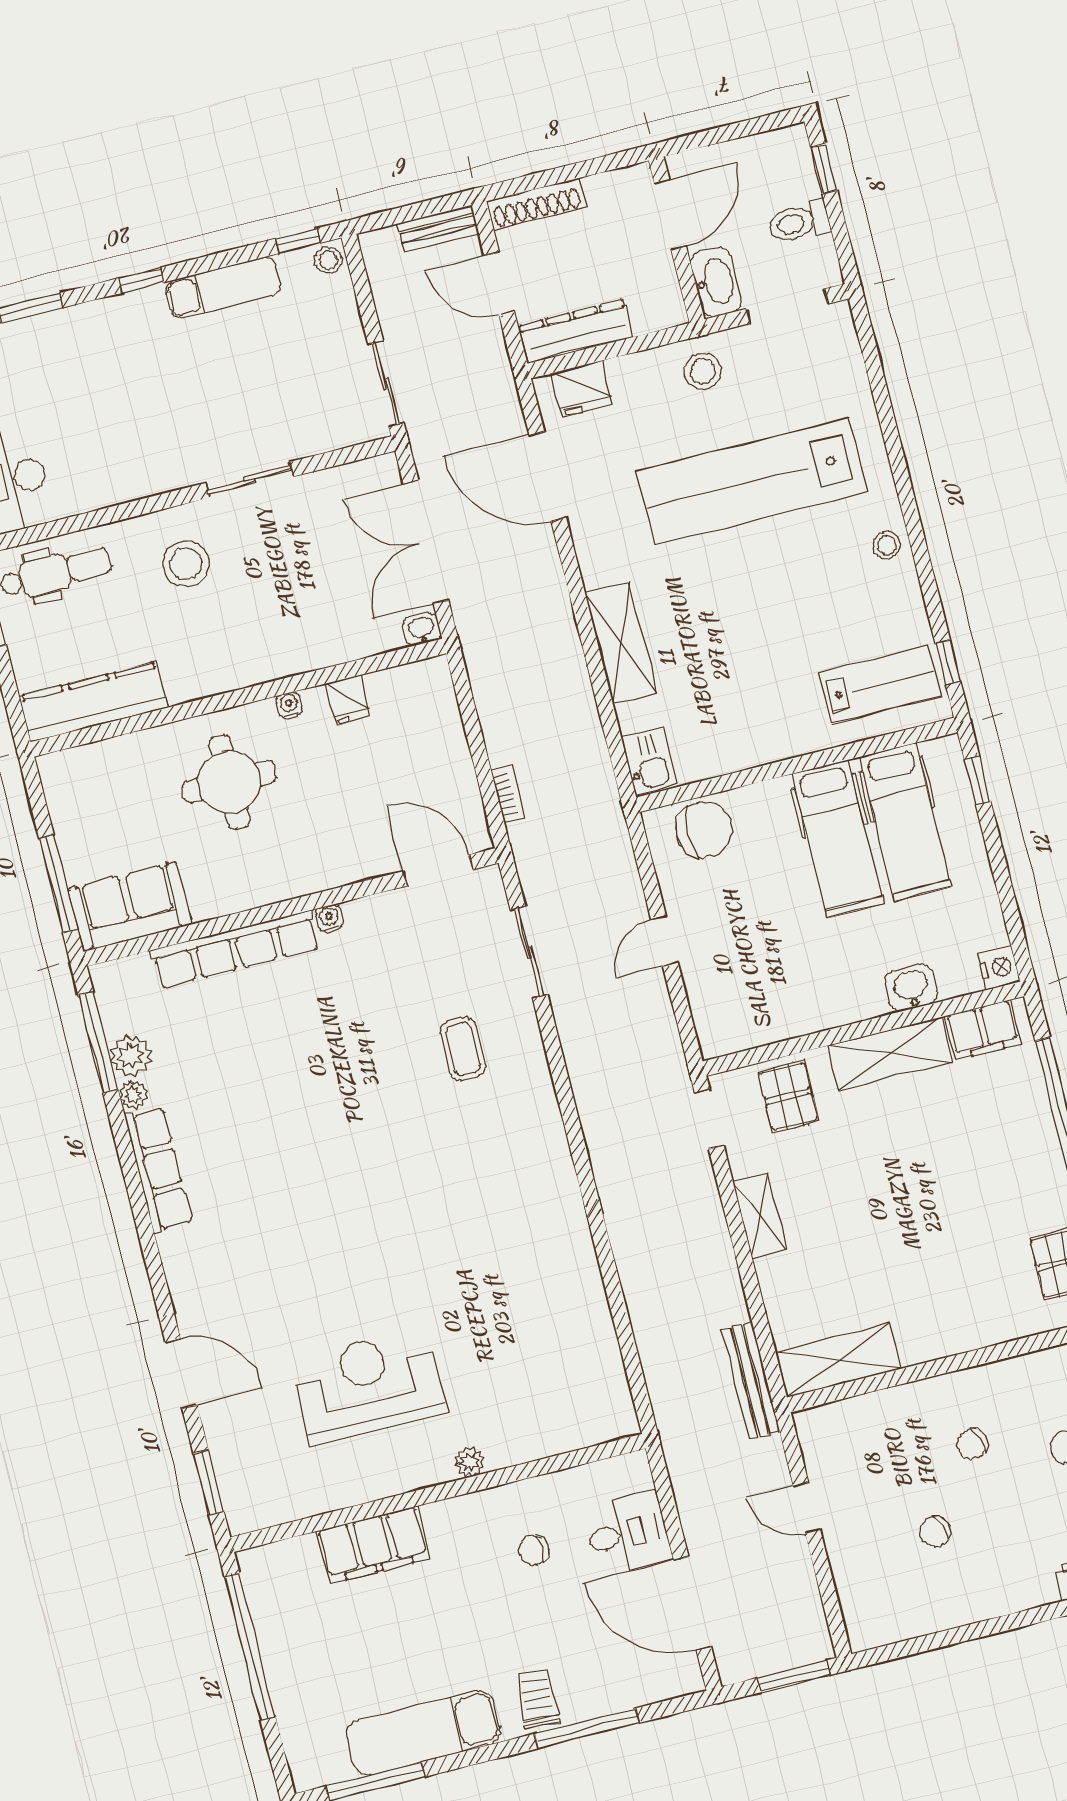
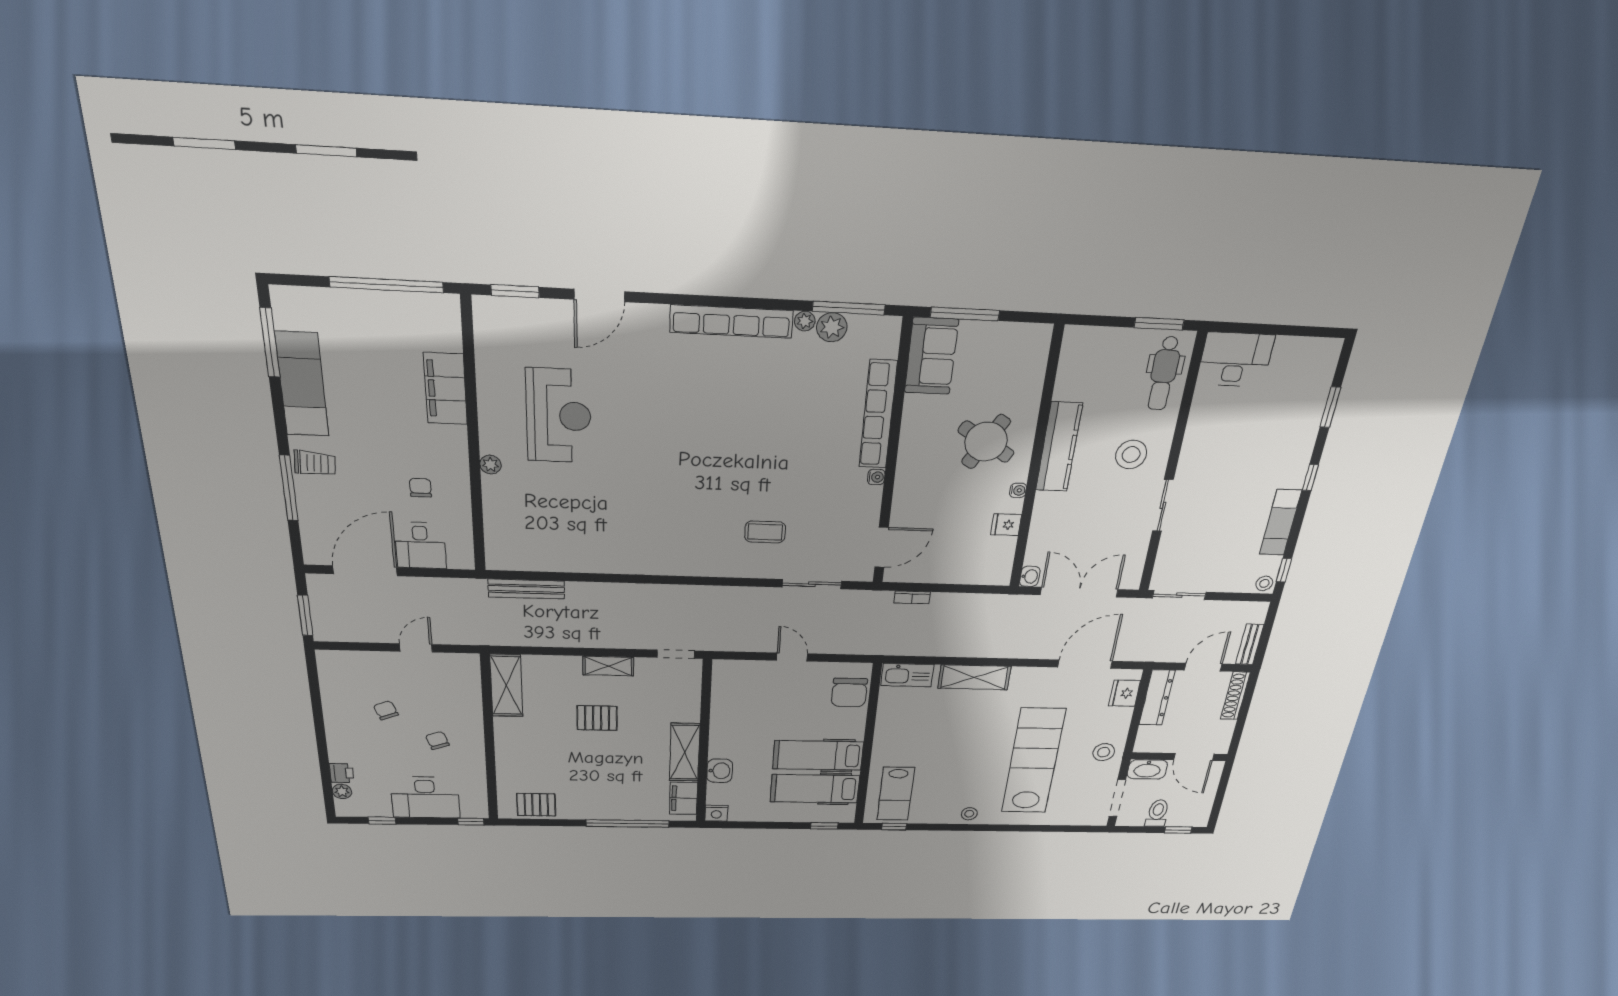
kitchen counter: (94, 702) -> (1059, 447), moved
kitchen sink: (649, 761) -> (907, 675), width x1.38
round table: (229, 782) -> (986, 442), turned 31
pallet: (788, 1096) -> (597, 718), moved
row of seats: (158, 1170) -> (731, 321), width x1.36
bench: (751, 1381) -> (526, 589), moved

